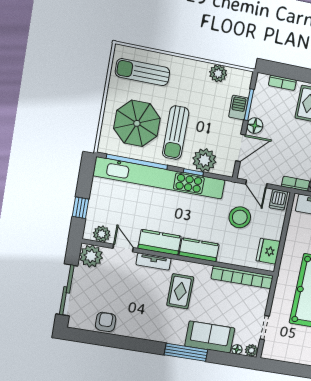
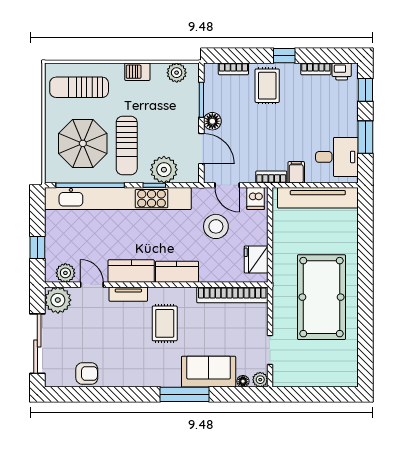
plant: (218, 73) -> (177, 73), moved
barbecue: (238, 108) -> (137, 72), moved, turned -90
door: (241, 148) -> (201, 149), hinge flipped
armchair: (106, 322) -> (87, 373), turned 90

